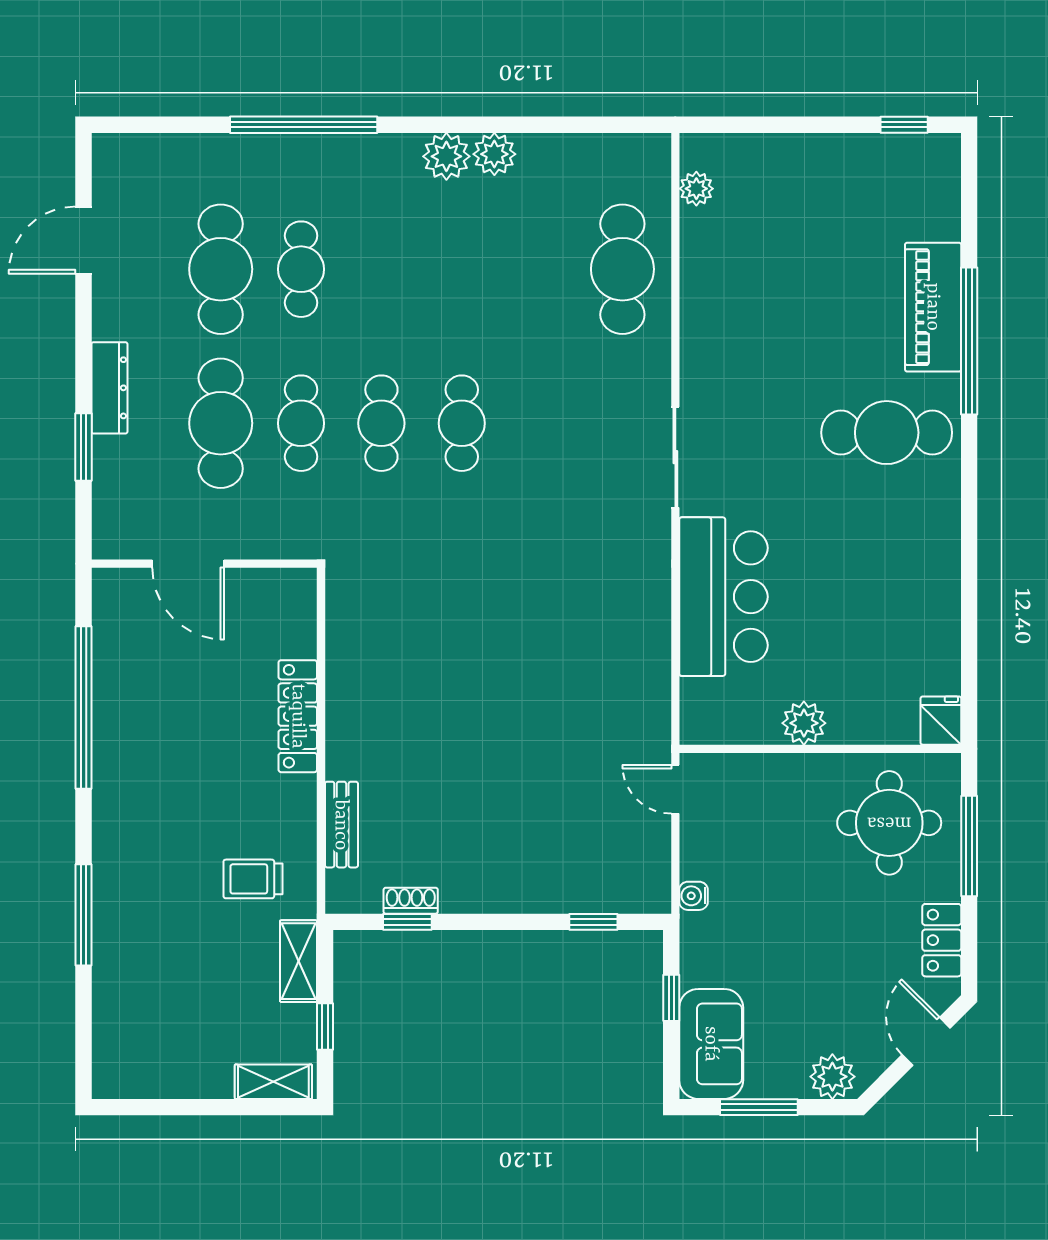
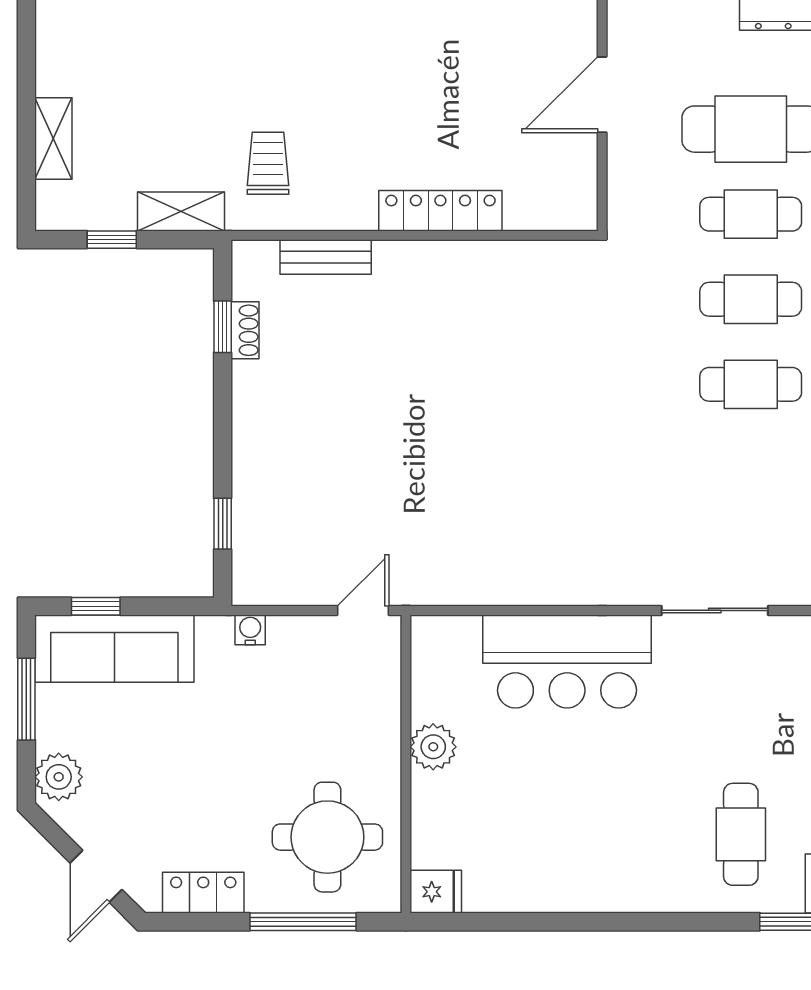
cafe table: (887, 433) -> (741, 834), width x0.73, depth x0.74
window: (671, 998) -> (96, 606), moved
door: (926, 1041) -> (96, 876), swing flipped
sofa: (711, 1044) -> (114, 649), width x1.36
shelving: (273, 1082) -> (53, 139), moved

